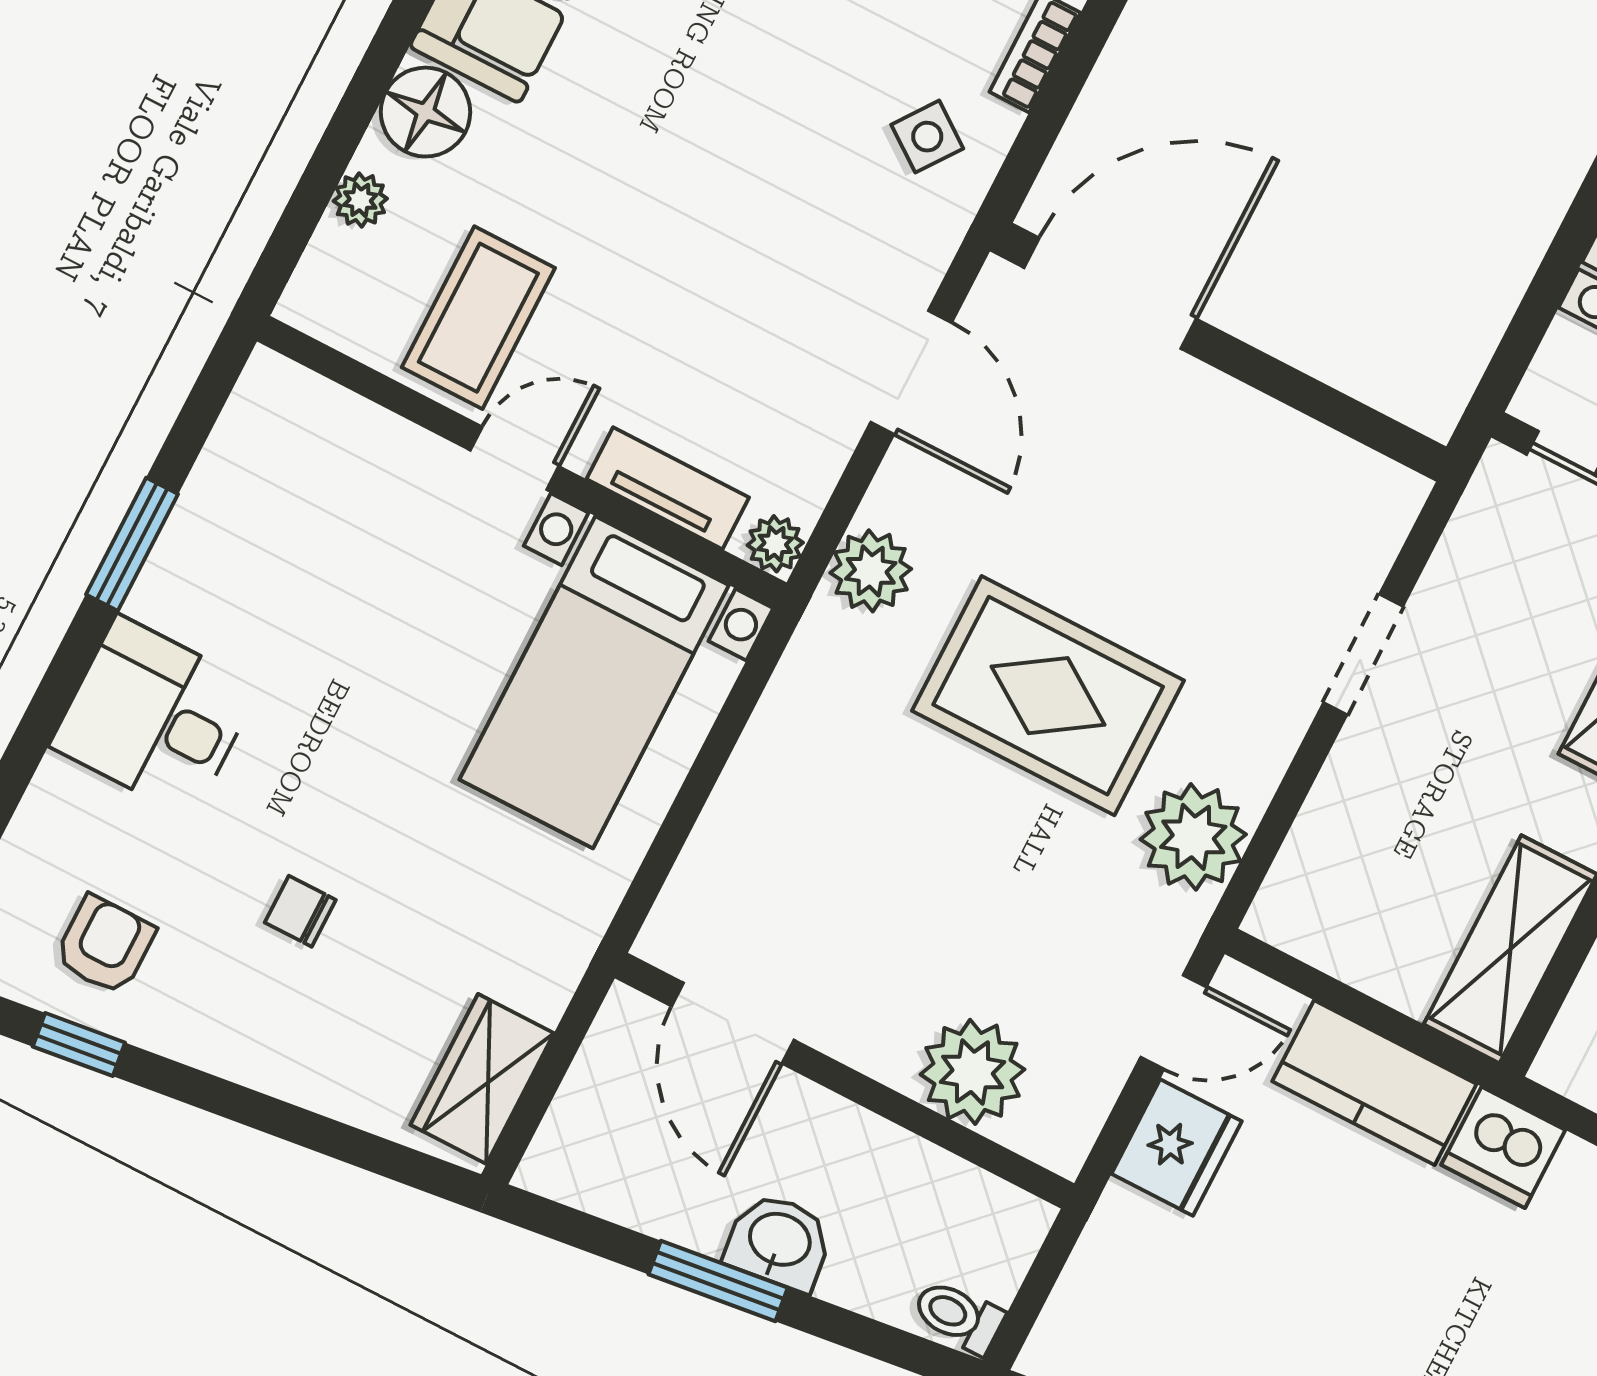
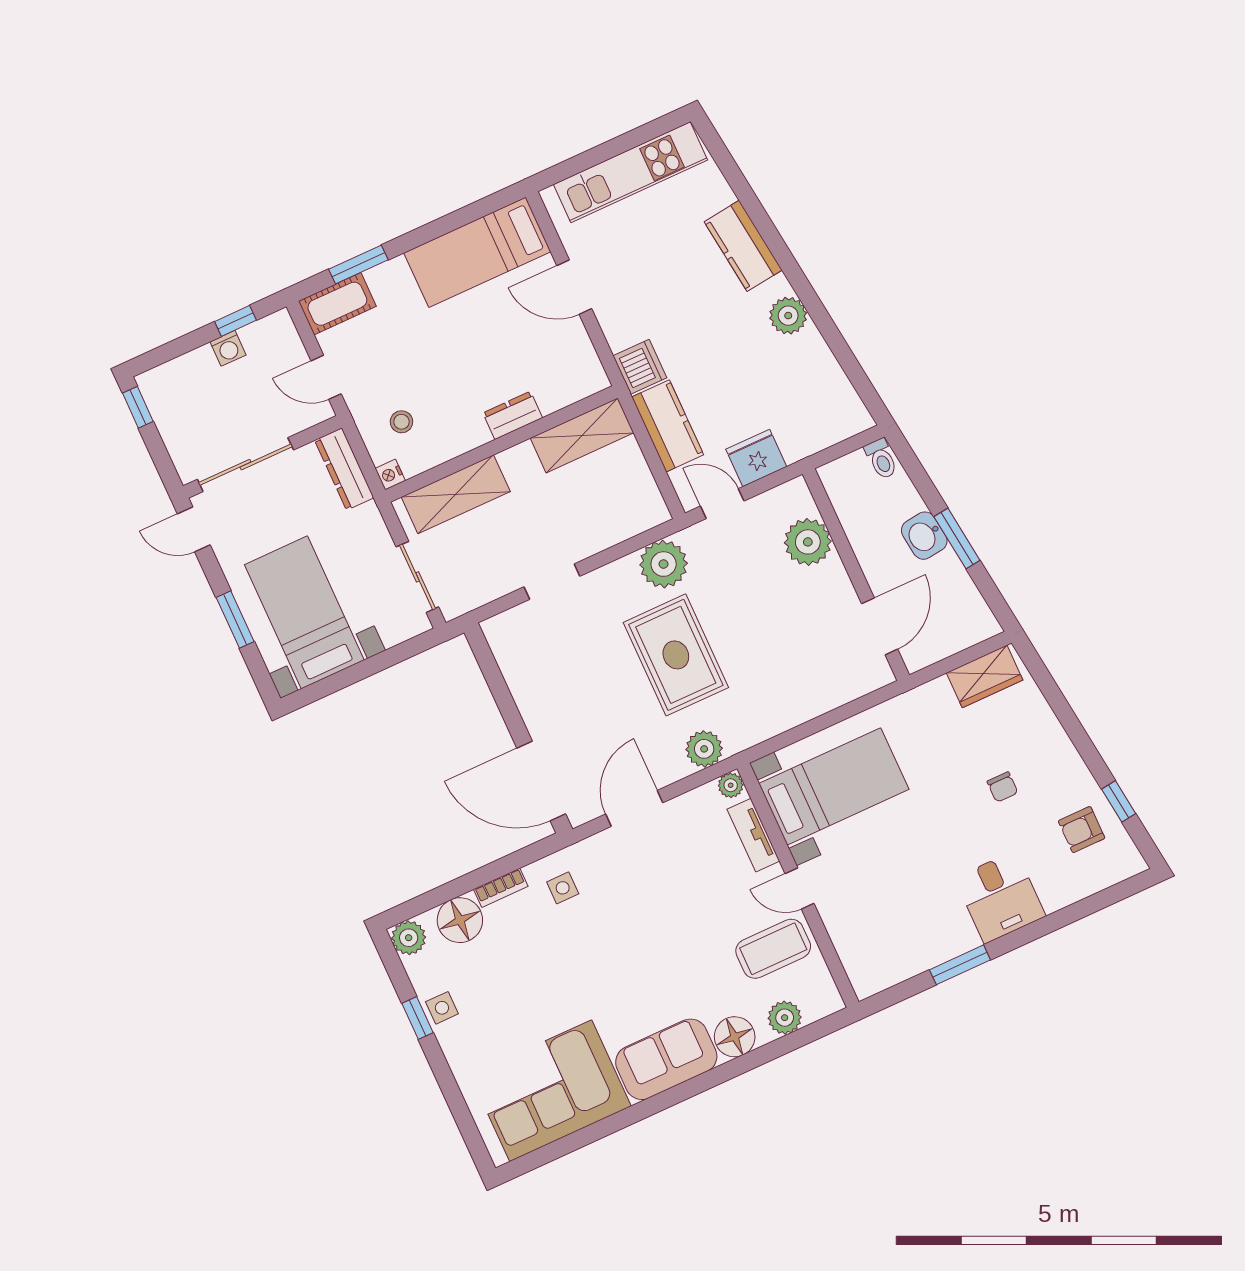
side table: (927, 137) -> (563, 888), turned -36
plant: (360, 200) -> (785, 1018), width x1.38, depth x1.38

